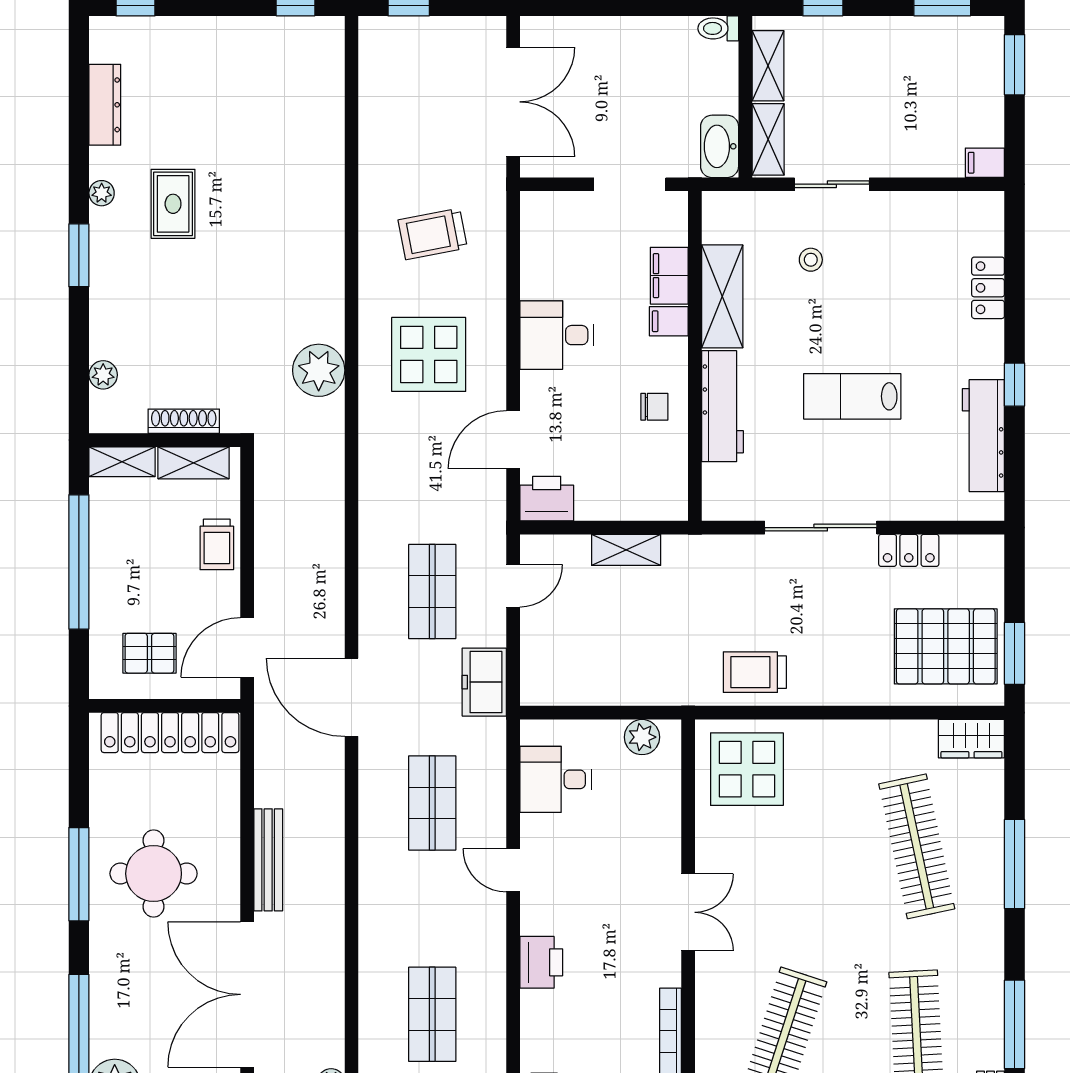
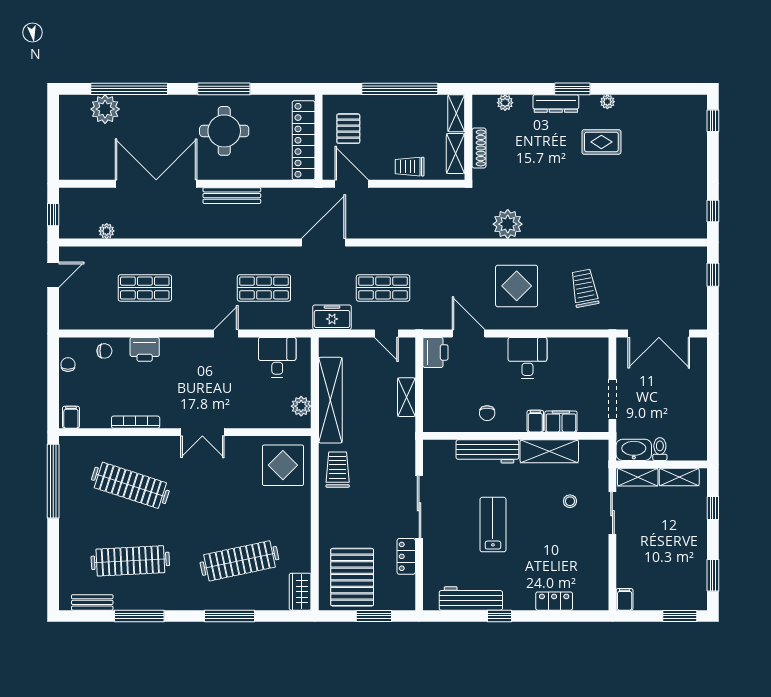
toilet: (718, 28) -> (660, 449), moved
dresser: (105, 105) -> (556, 104), moved
window: (1015, 653) -> (374, 616), moved
shelving: (631, 685) -> (330, 400), added
printer: (541, 962) -> (145, 349), moved

